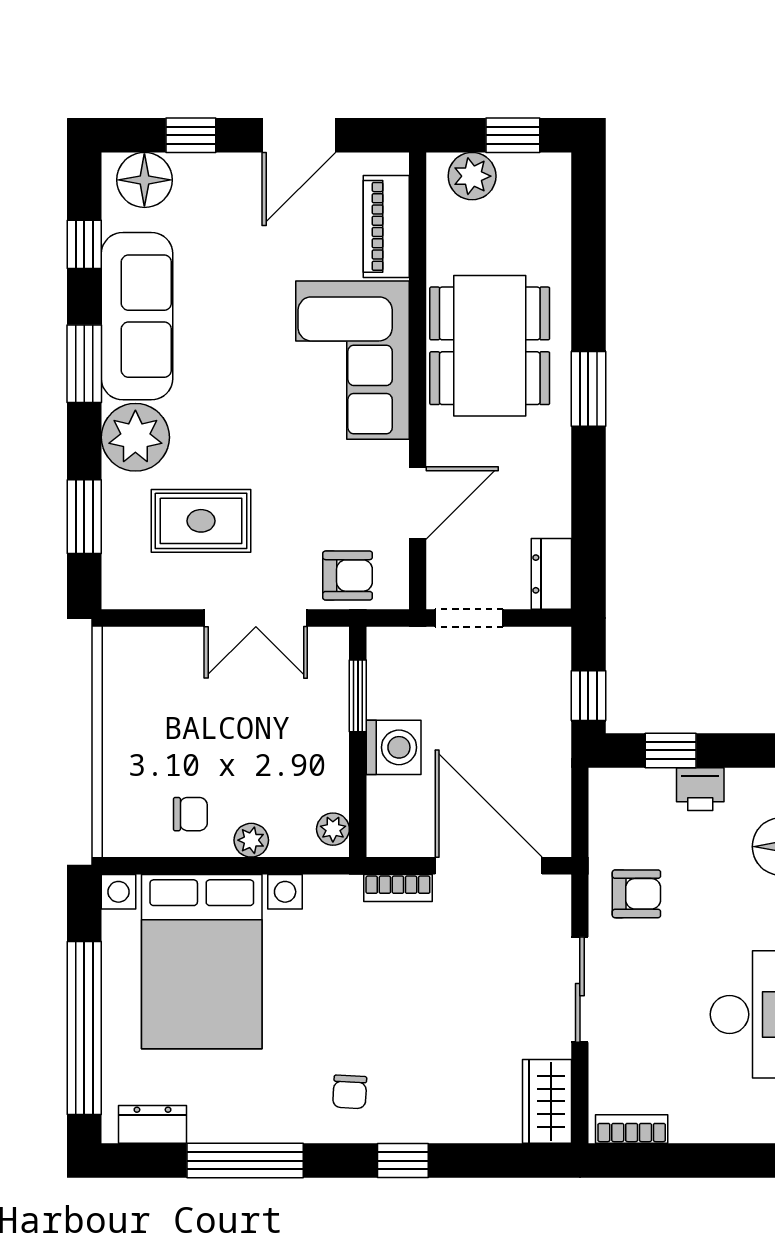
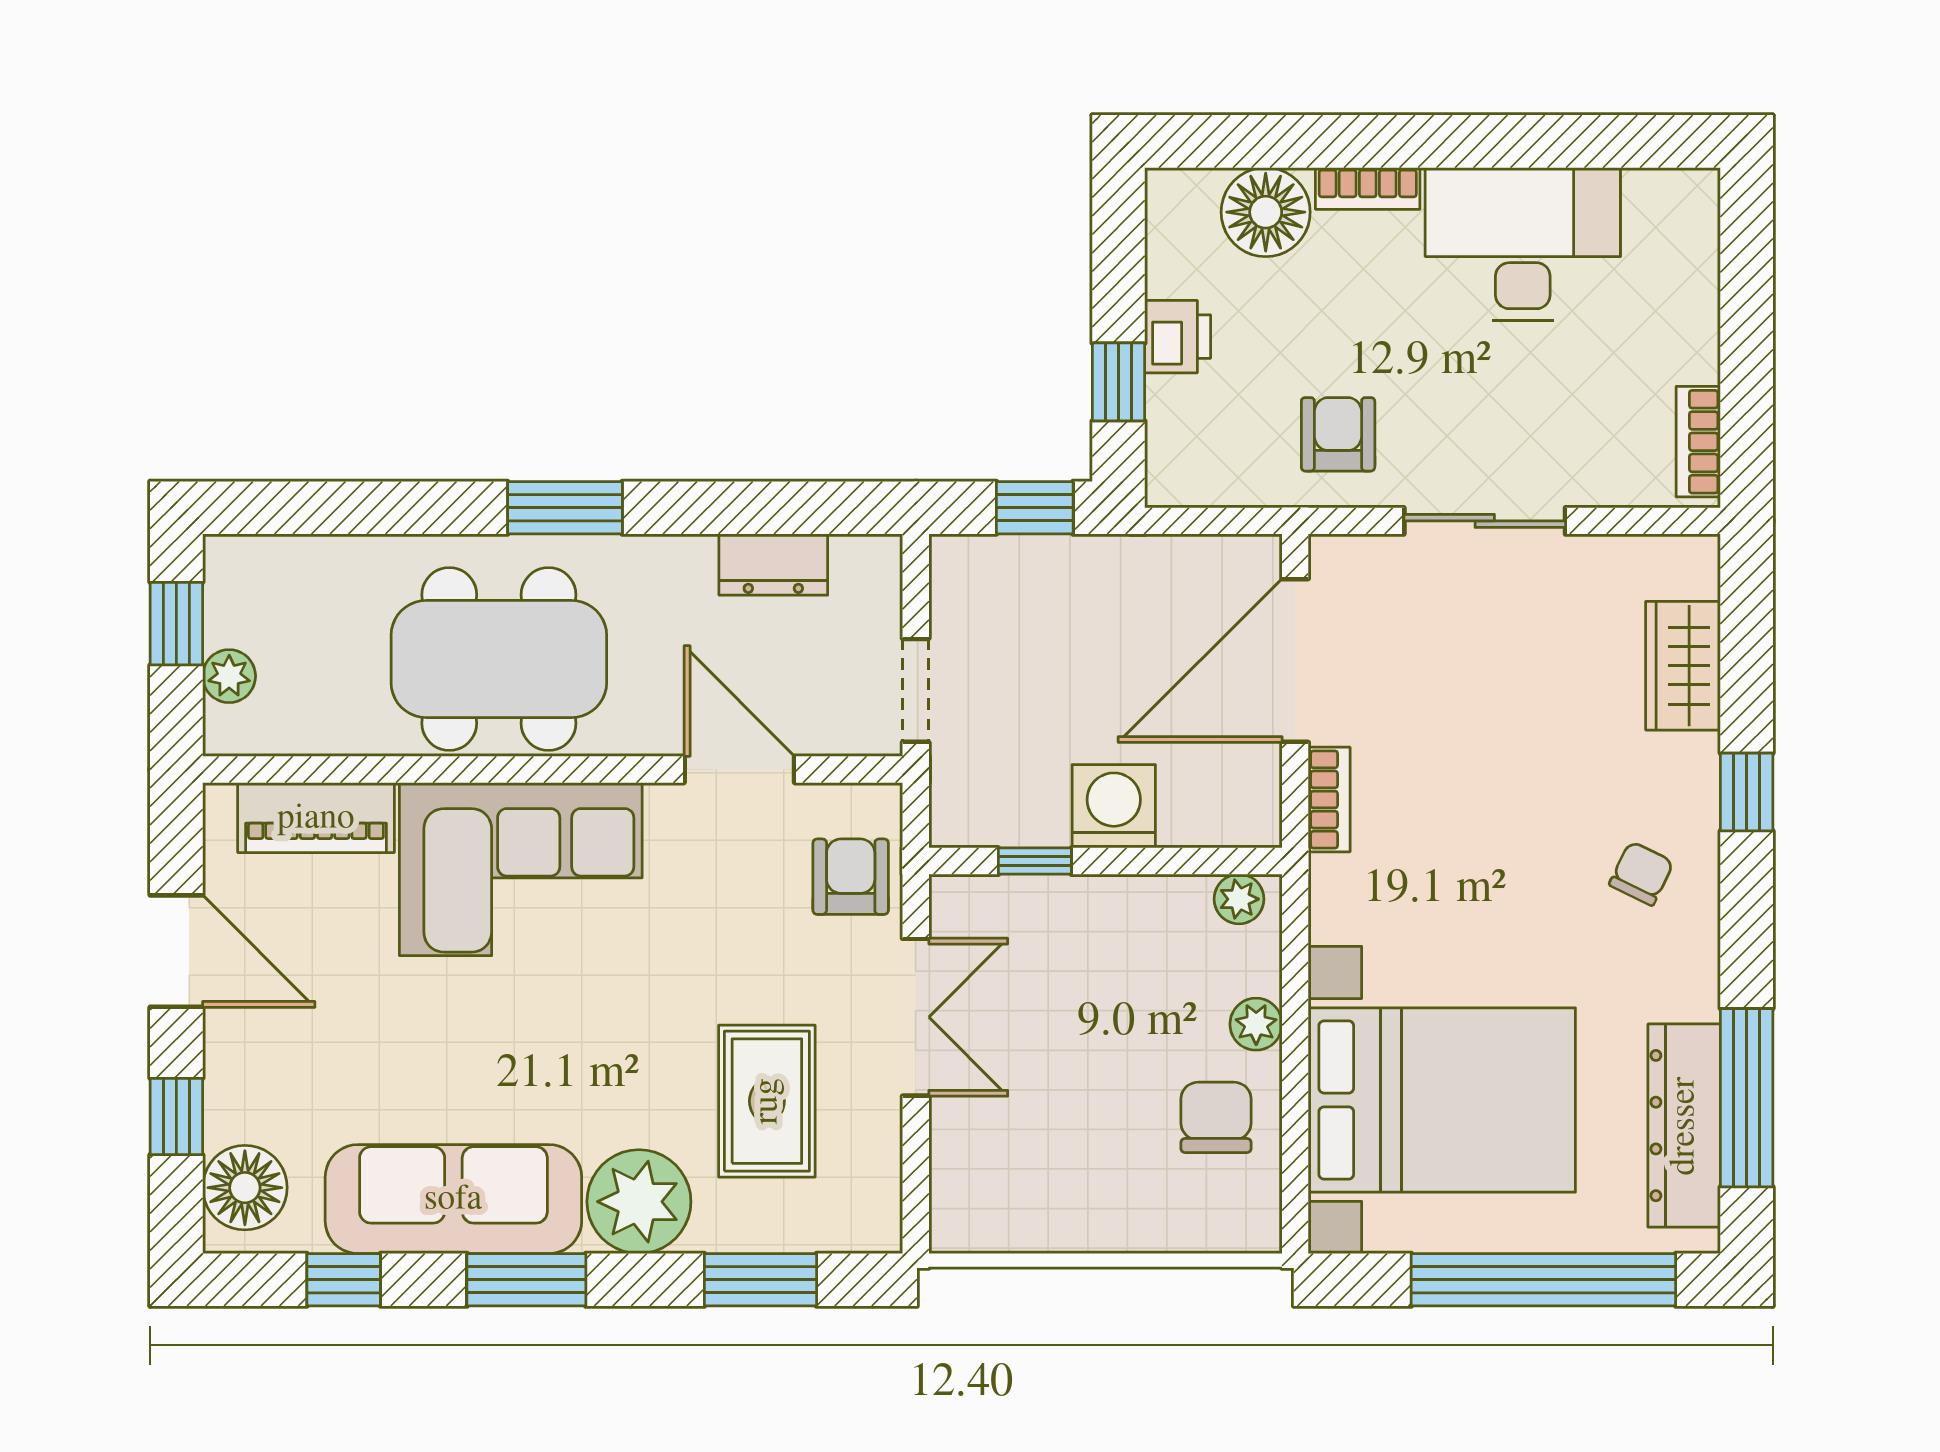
plant: (472, 176) -> (229, 676), width x0.73, depth x0.73
dresser: (551, 574) -> (773, 565), moved
window: (358, 696) -> (1035, 861), width x0.67
chair: (190, 814) -> (1216, 1117), width x1.37, depth x1.37
chair: (350, 1092) -> (1641, 873), turned -67
wardrobe: (547, 1101) -> (1683, 666), moved, turned 90
dresser: (152, 1124) -> (1684, 1126), width x1.96, depth x1.24
window: (245, 1161) -> (1747, 1098), moved

